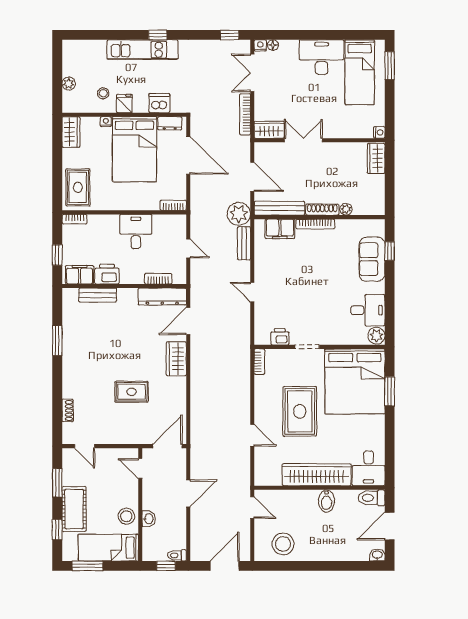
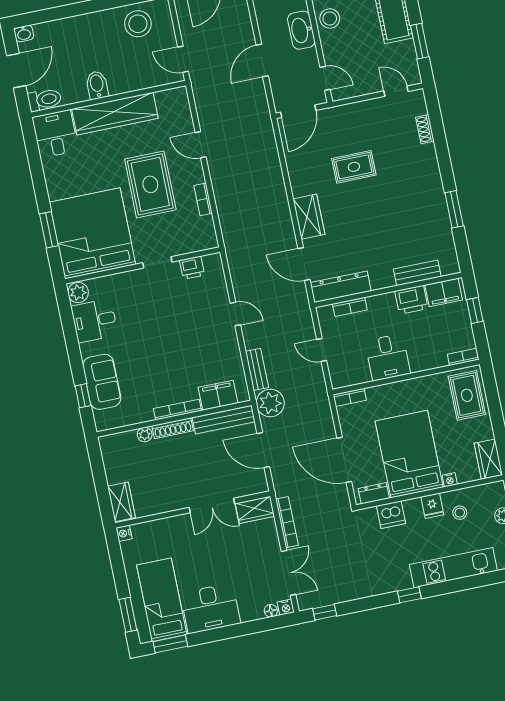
window: (360, 35) -> (170, 644), added
kitchen unit: (143, 50) -> (453, 568), moved
door: (188, 321) -> (304, 264), swing flipped
bookcase: (259, 362) -> (203, 199), moved
washbasin: (149, 519) -> (301, 30), width x1.91, depth x1.45

